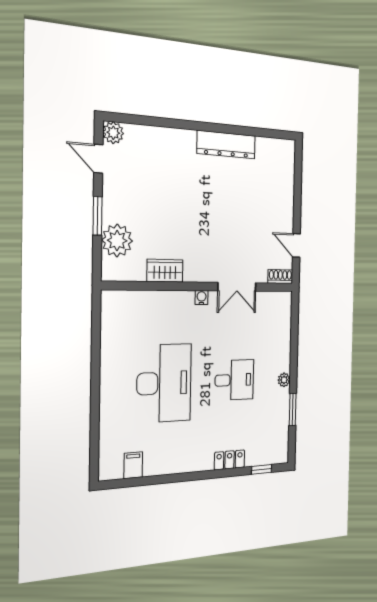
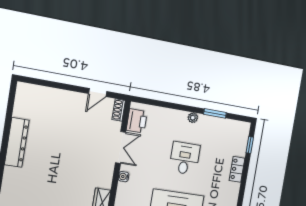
printer: (271, 303) -> (137, 121), added

